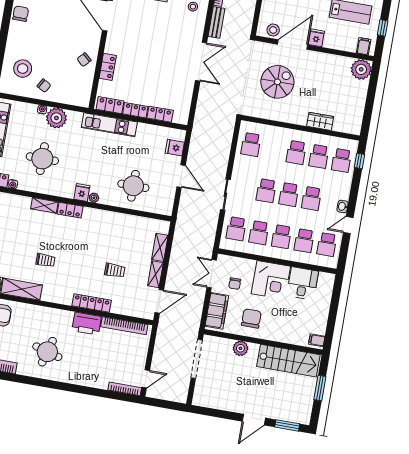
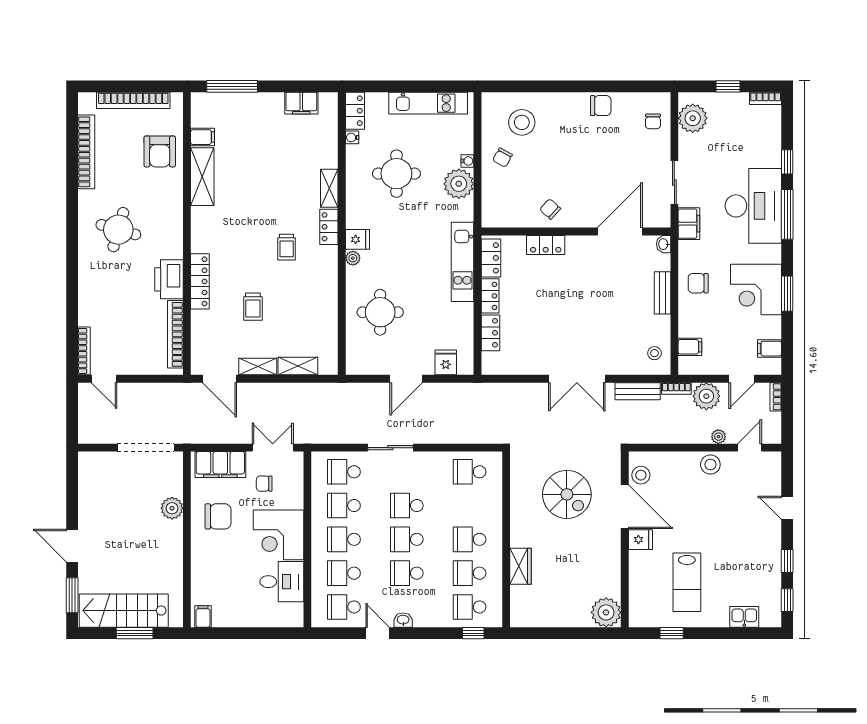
filing cabinet: (364, 46) -> (640, 610), removed
trolley: (45, 260) -> (287, 247), moved
stairs: (288, 361) -> (124, 611), moved, turned 90

